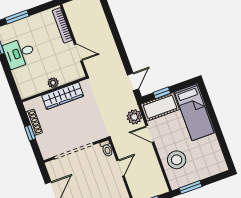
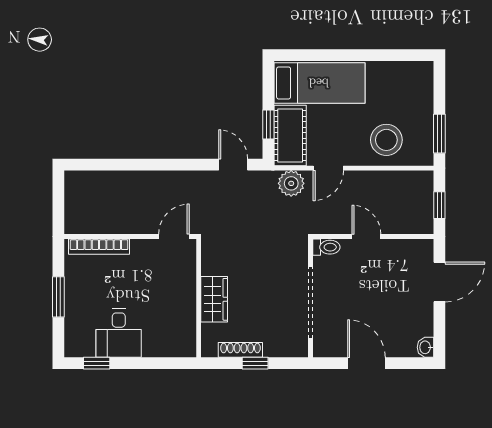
window: (17, 17) -> (58, 297), moved
door: (78, 53) -> (174, 237), moved
plant: (53, 83) -> (187, 296), removed
wardrobe: (63, 96) -> (214, 299), width x0.67

